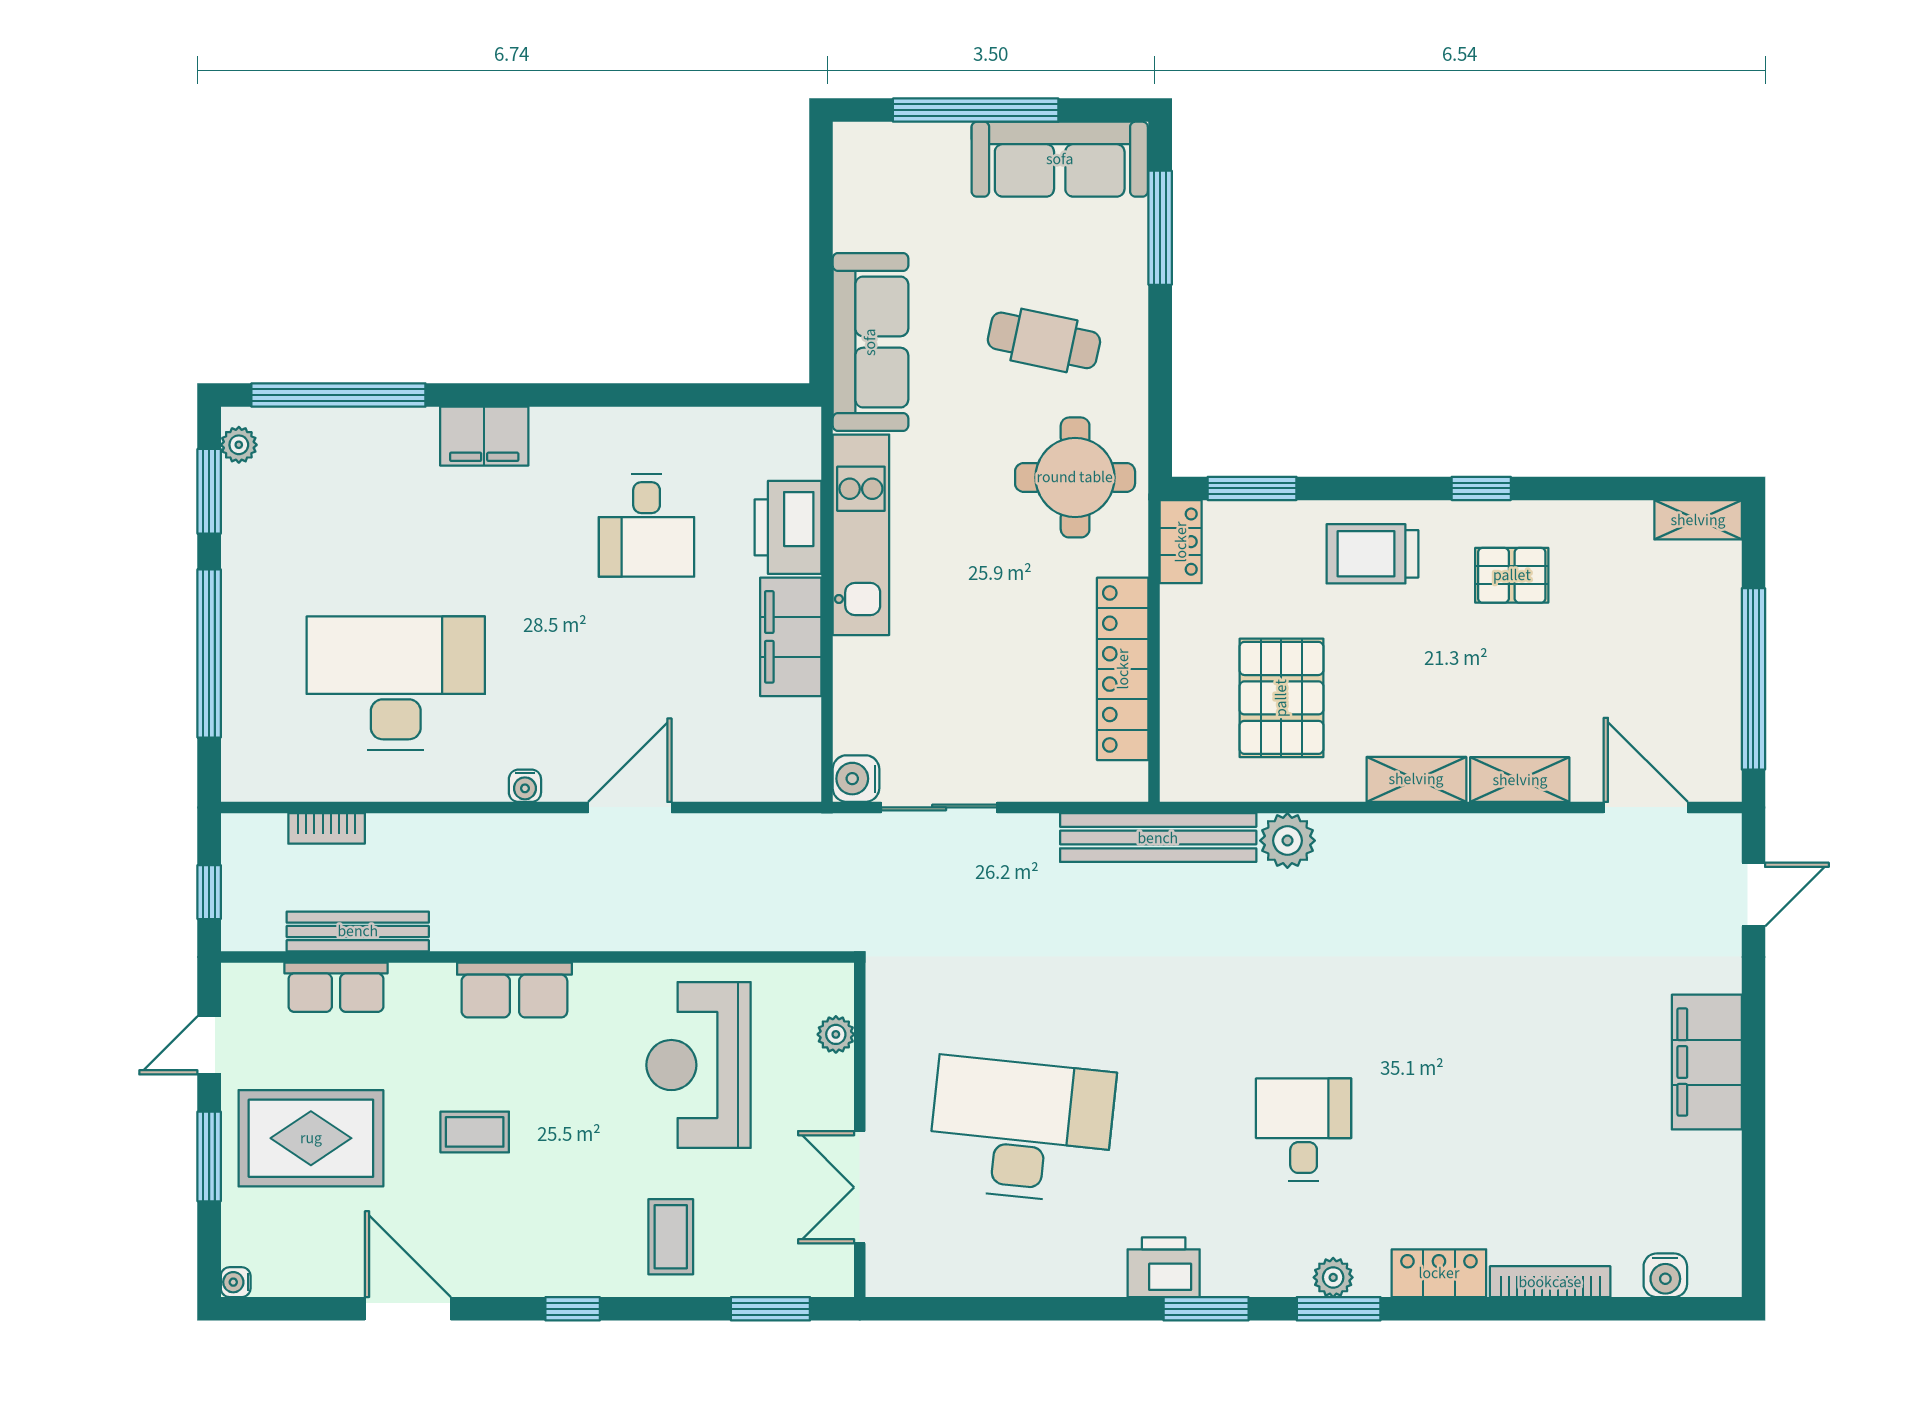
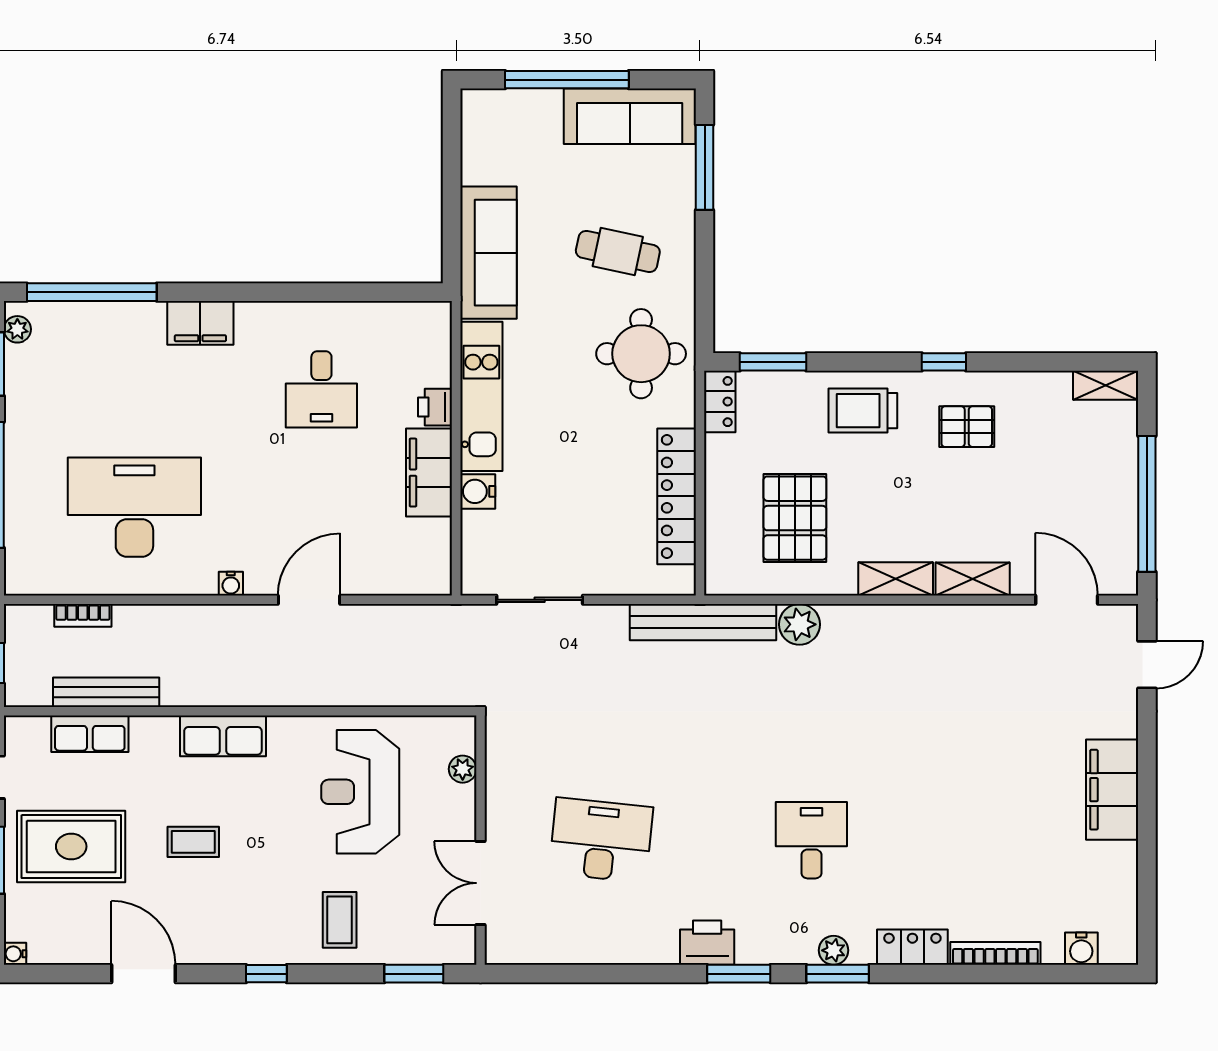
printer: (788, 527) -> (435, 407), width x0.53, depth x0.68
water cooler: (856, 779) -> (478, 491), moved
desk: (1021, 1130) -> (601, 840), width x0.73, depth x0.77

